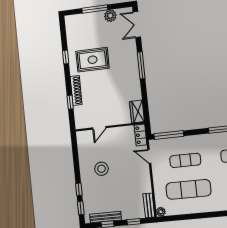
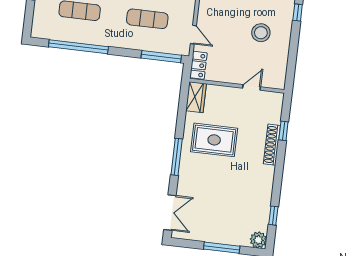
plant: (110, 16) -> (258, 240), moved
window: (66, 57) -> (273, 216), moved
rug: (93, 60) -> (214, 140), moved

